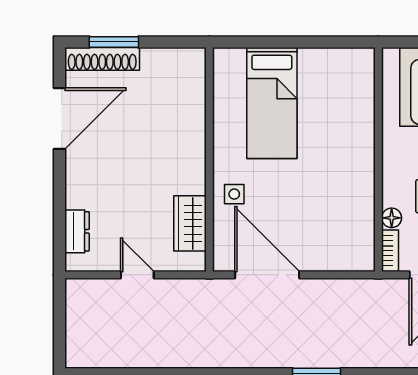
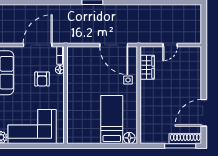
window: (114, 42) -> (180, 146), width x1.44
floor lamp: (231, 60) -> (129, 138), added
dresser: (77, 231) -> (196, 64), removed
door: (137, 275) -> (170, 45), hinge flipped

